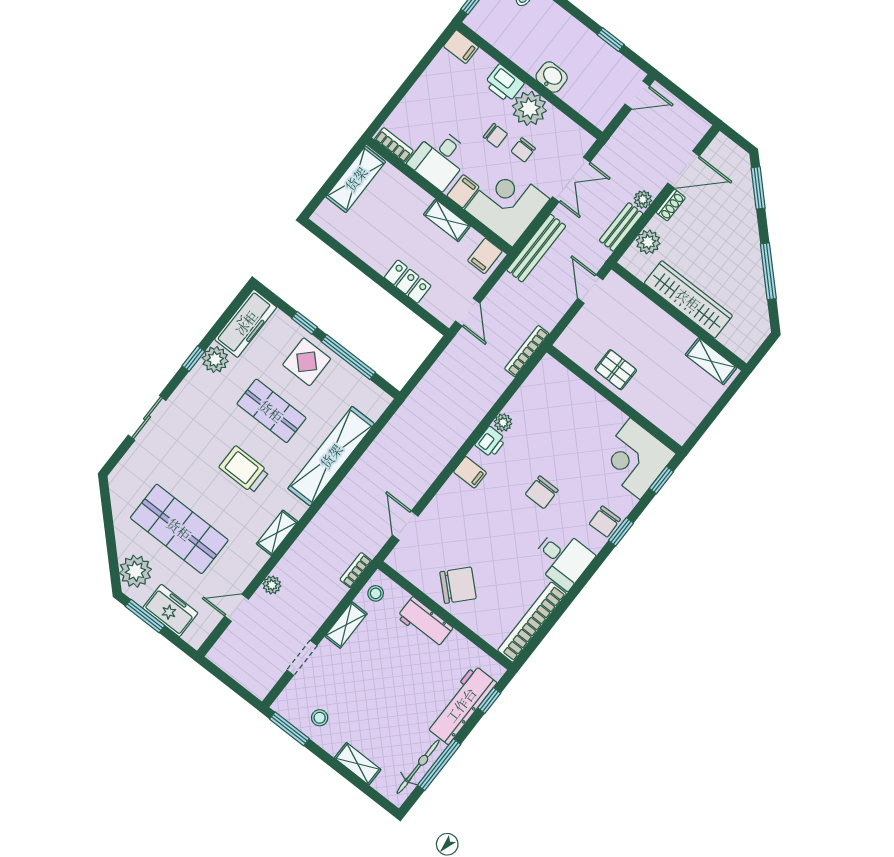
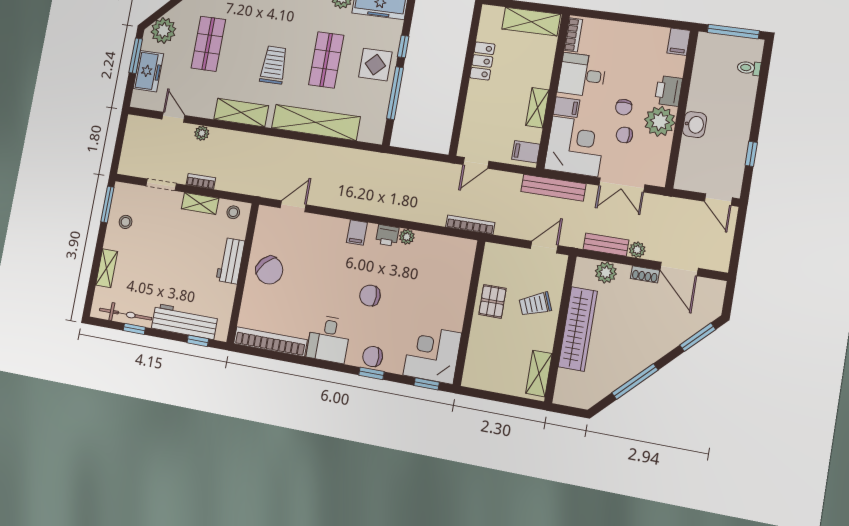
locker: (408, 282) -> (482, 61), moved
trolley: (641, 328) -> (535, 304), added
shop shelf: (179, 529) -> (208, 44), width x0.70, depth x0.74
shelving: (277, 533) -> (241, 113), width x1.50, depth x1.33
bookcase: (356, 570) -> (201, 181), moved
window: (439, 765) -> (134, 329), width x0.46

